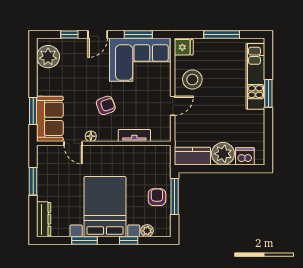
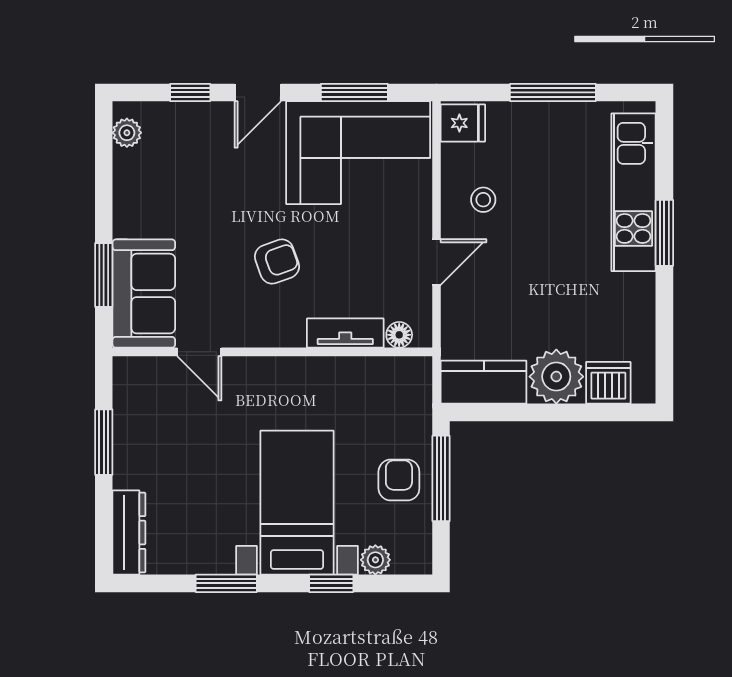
plant: (48, 57) -> (127, 133), width x0.53, depth x0.53
stool: (192, 79) -> (483, 200), width x0.53, depth x0.53
floor lamp: (91, 136) -> (399, 335), moved
bed with nightstands: (105, 207) -> (297, 503), width x0.73

